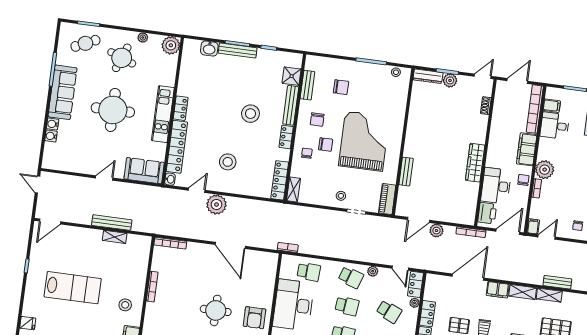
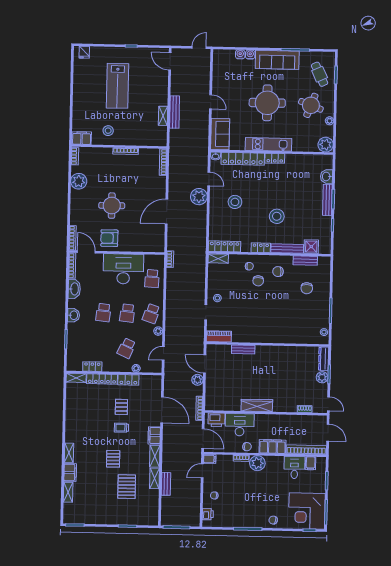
grand piano: (364, 141) -> (264, 312), removed
door: (547, 237) -> (202, 471), swing flipped
locker: (415, 284) -> (151, 367), removed

